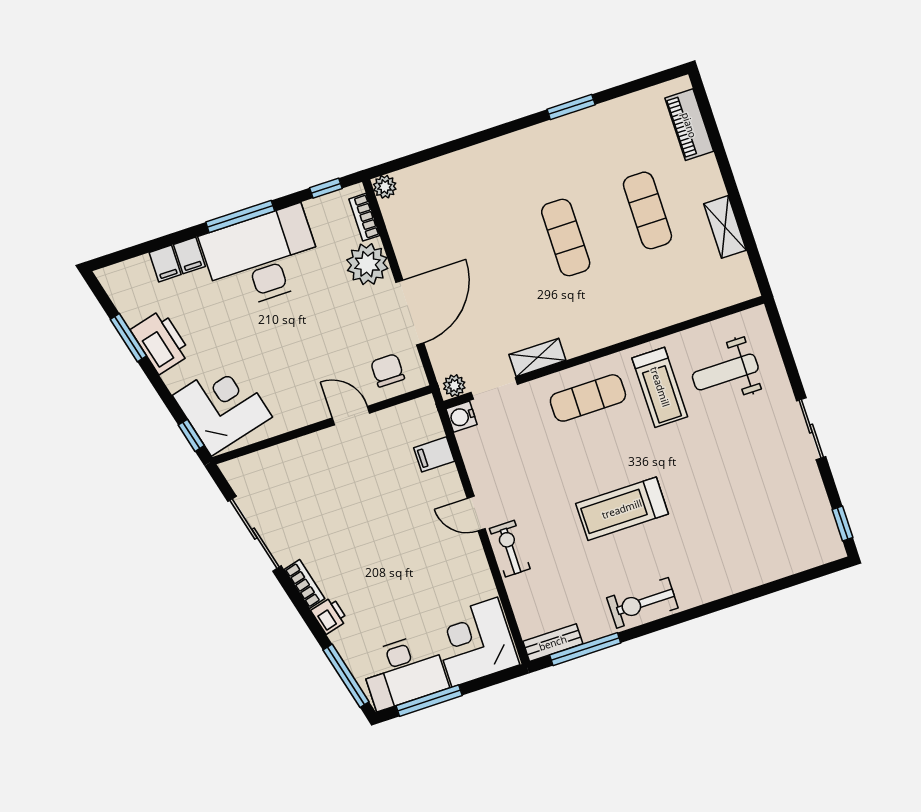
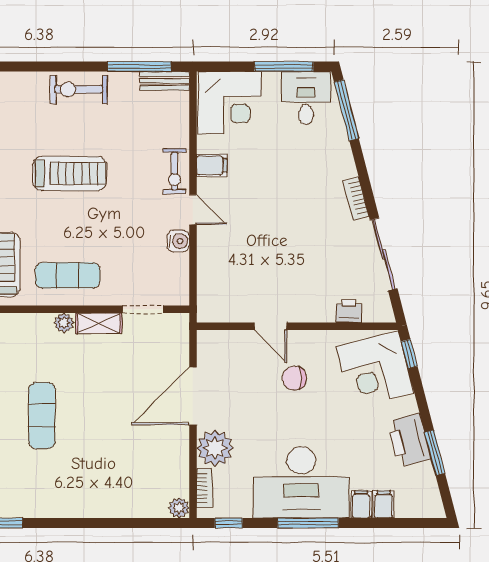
chair: (388, 370) -> (294, 378), moved, turned 90
plant: (454, 386) -> (64, 323), moved
water cooler: (462, 417) -> (178, 241), moved
filing cabinet: (434, 454) -> (212, 165), moved
exercise bike: (642, 603) -> (79, 89), turned 180
printer: (329, 615) -> (349, 311), moved, turned 104
desk: (404, 671) -> (306, 98), width x0.73

